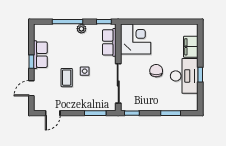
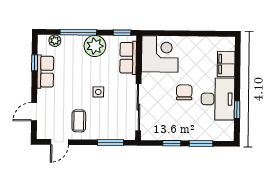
plant: (48, 29) -> (55, 41), added
plant: (81, 29) -> (95, 46), width x1.87, depth x1.87
window: (31, 62) -> (35, 63), moved
window: (200, 75) -> (237, 110), moved
coffee table: (67, 78) -> (79, 121), moved
window: (132, 113) -> (172, 143), moved

